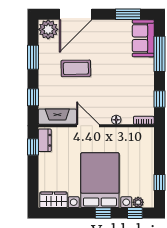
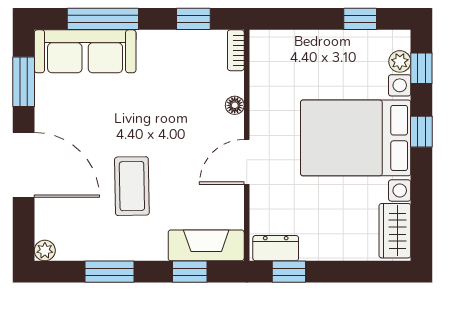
door: (76, 14) -> (24, 165), moved
plant: (48, 29) -> (45, 251), width x0.53, depth x0.53
sofa: (143, 38) -> (85, 51), width x1.36
fireplace: (57, 117) -> (206, 245), moved, turned 90

